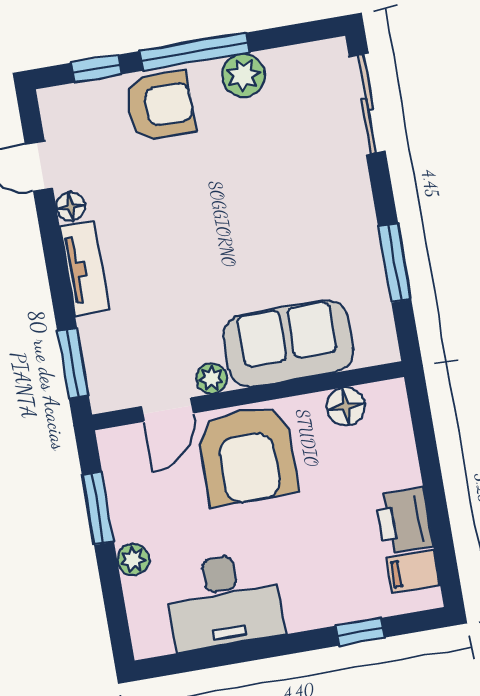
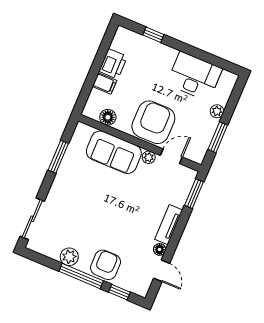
armchair: (160, 106) -> (106, 265), turned 90
filing cabinet: (413, 571) -> (105, 83), moved

